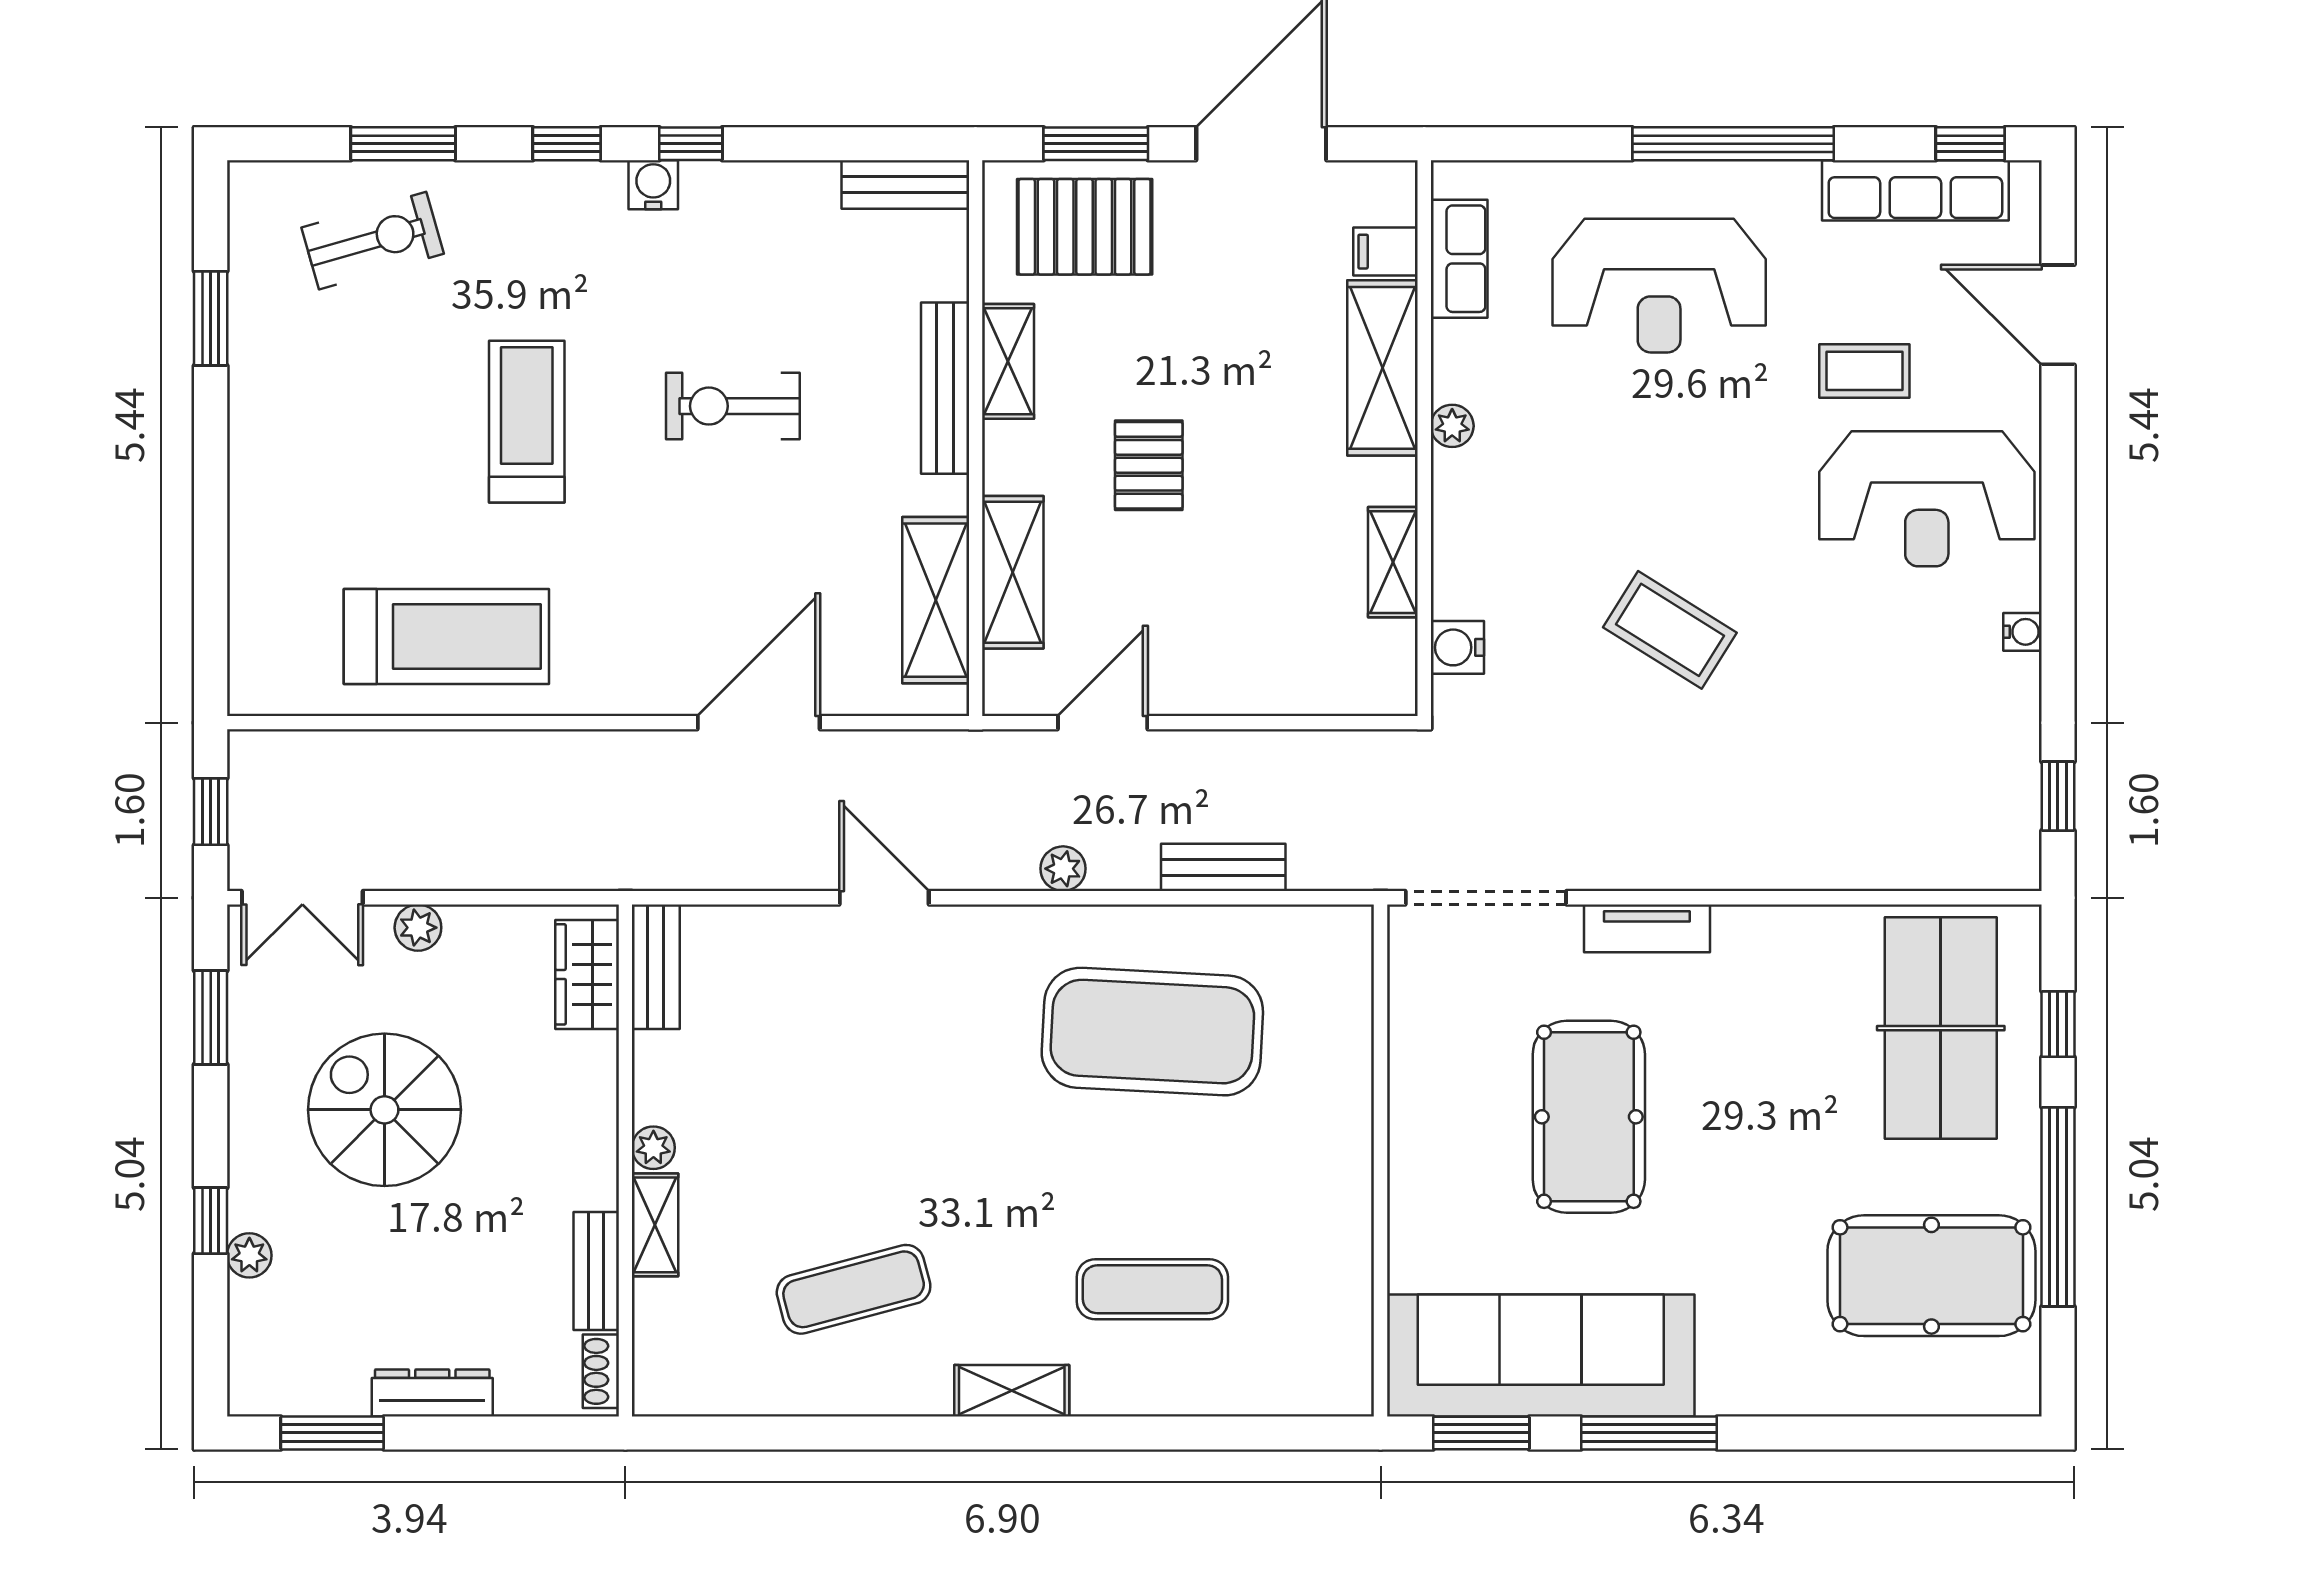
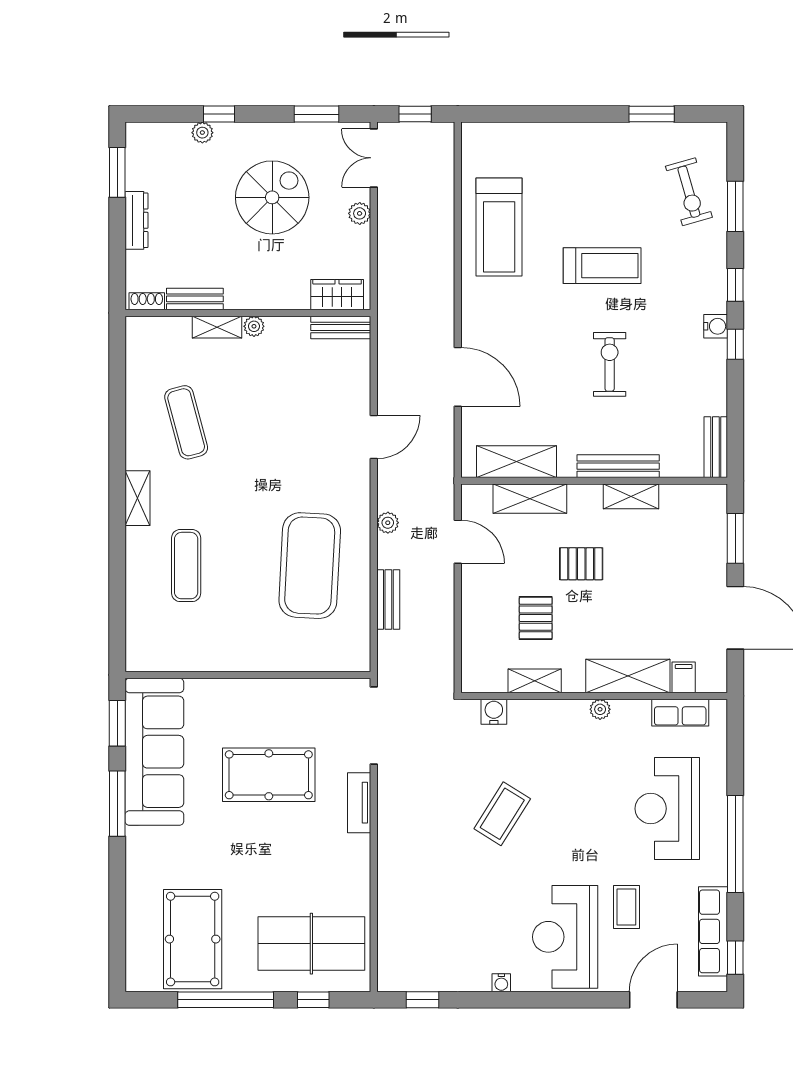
pallet: (1085, 227) -> (536, 618), moved, width x0.67, depth x0.71

